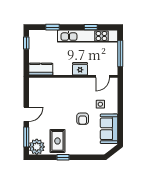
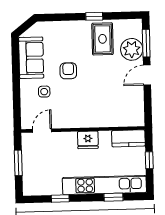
kitchen unit: (88, 36) -> (104, 185), moved
window: (26, 43) -> (149, 160), moved
window: (120, 54) -> (18, 163), width x0.69
fridge: (80, 69) -> (88, 140), moved
plant: (37, 147) -> (132, 49), moved

